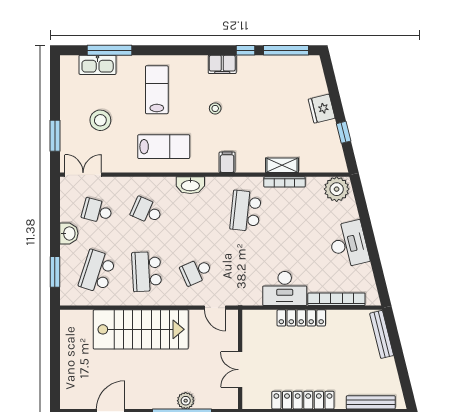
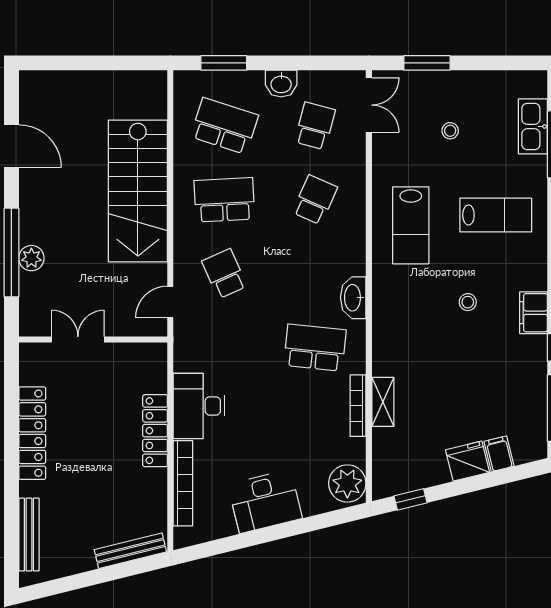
stool: (100, 120) -> (450, 131), width x0.53, depth x0.53
window: (344, 132) -> (410, 499), moved
filing cabinet: (227, 162) -> (499, 454), moved, turned -104
washbasin: (190, 185) -> (353, 298), moved

